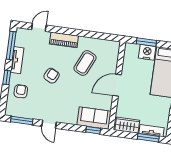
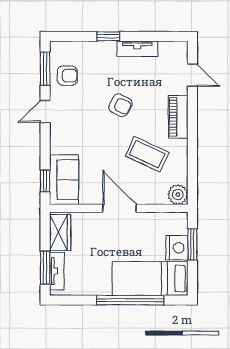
window: (11, 45) -> (159, 36), removed
plant: (113, 47) -> (178, 195), added
armchair: (21, 91) -> (67, 76), moved

